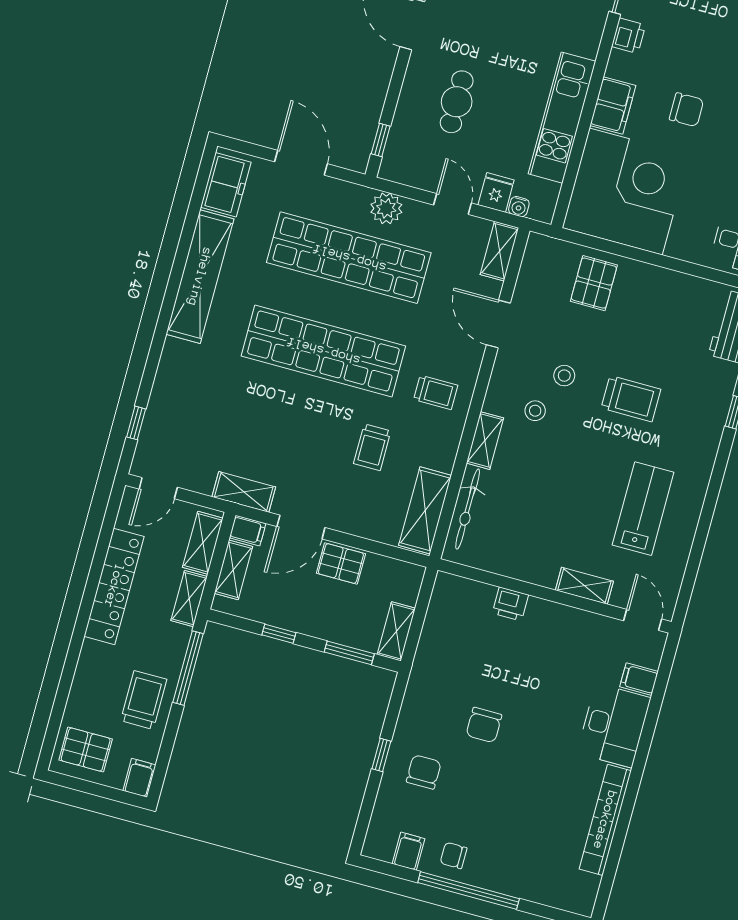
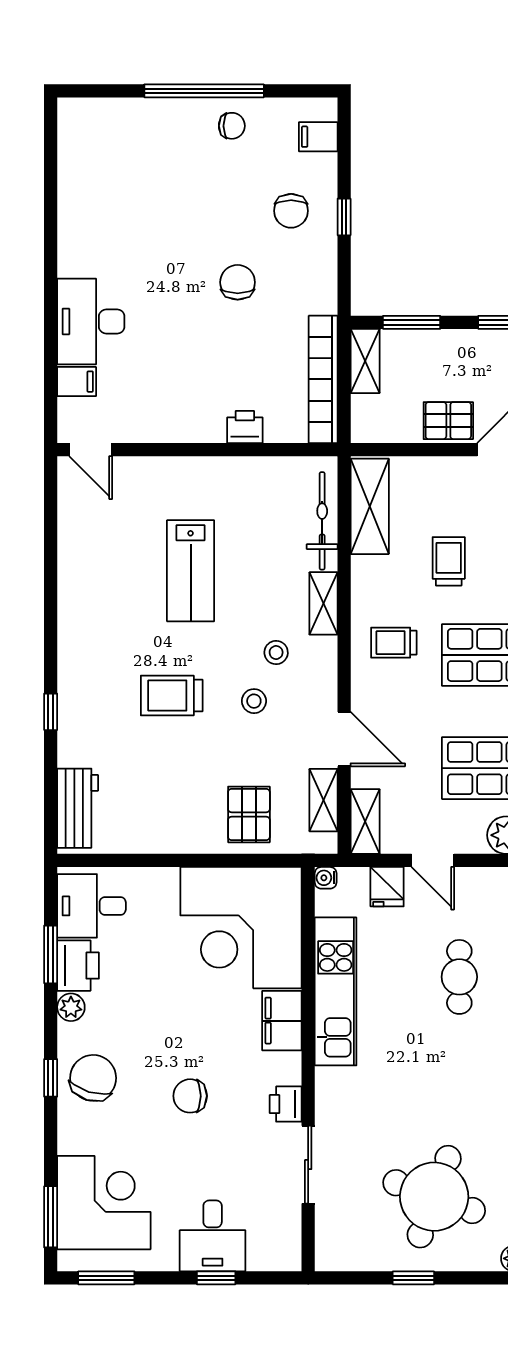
chair: (686, 110) -> (190, 1096), moved
water cooler: (519, 207) -> (326, 878), moved, turned -90
lab bench: (643, 509) -> (191, 571), moved
shelving: (584, 586) -> (323, 800), moved, turned 90
bookcase: (605, 820) -> (323, 379), moved, turned 180
filing cabinet: (409, 851) -> (318, 137), moved, turned 90

